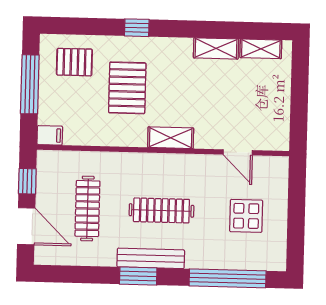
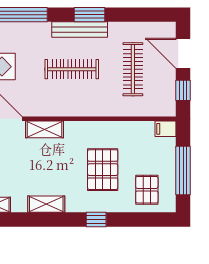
shelving: (216, 48) -> (46, 204), moved
pallet: (74, 62) -> (147, 190), turned 90
shelving: (171, 138) -> (44, 129), moved

